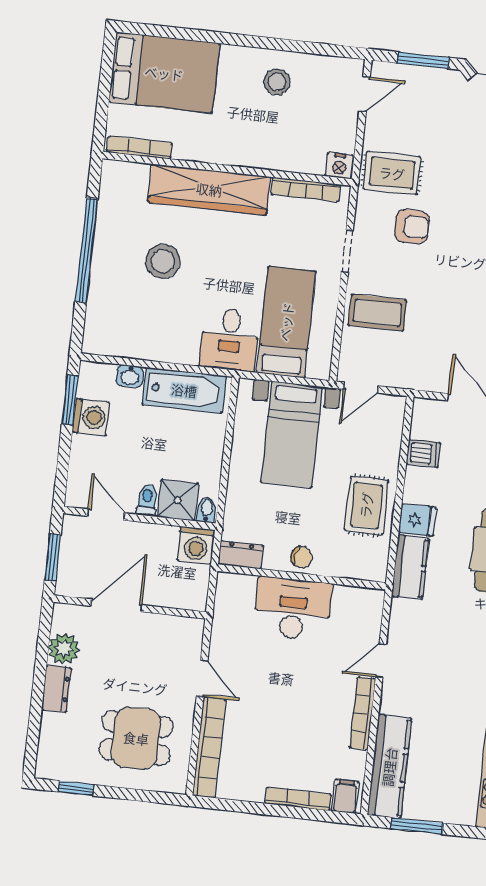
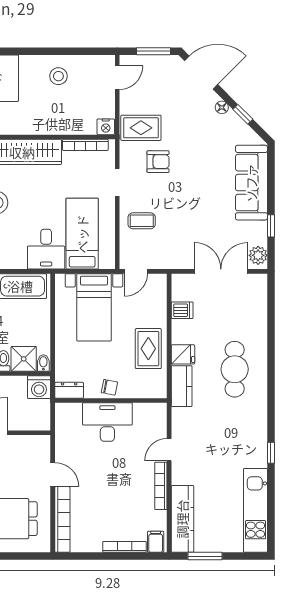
coffee table: (378, 313) -> (142, 221), width x0.73, depth x0.77

